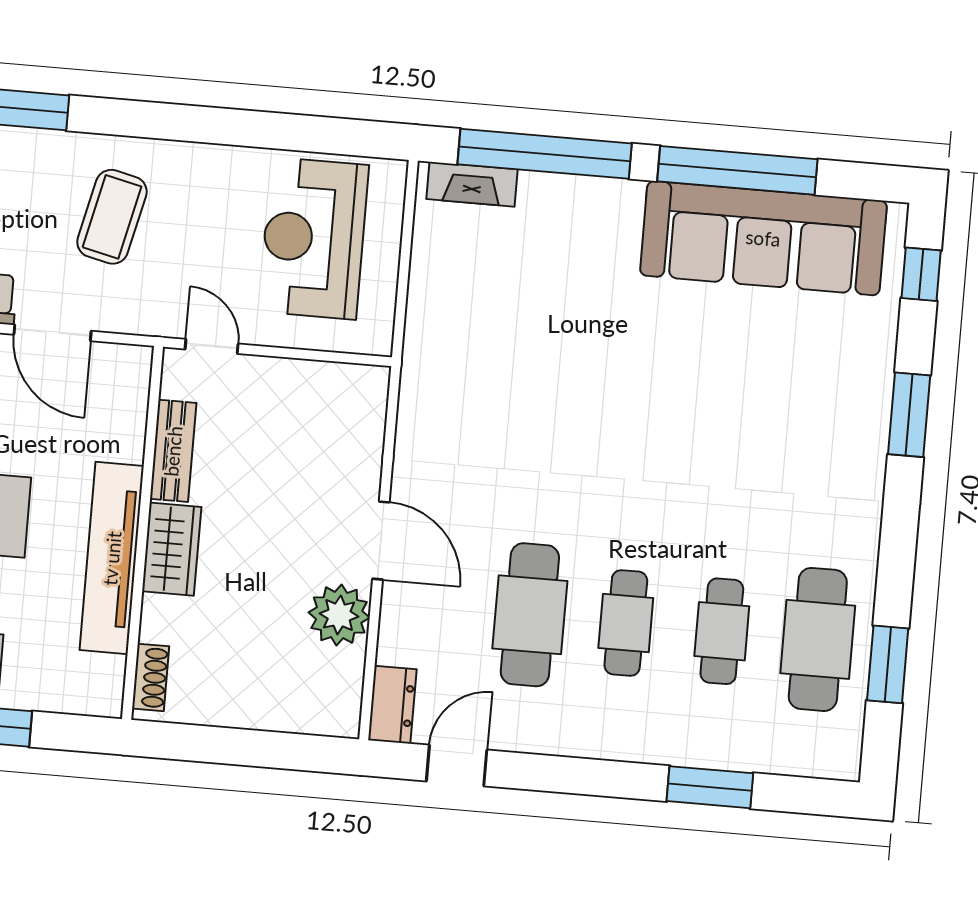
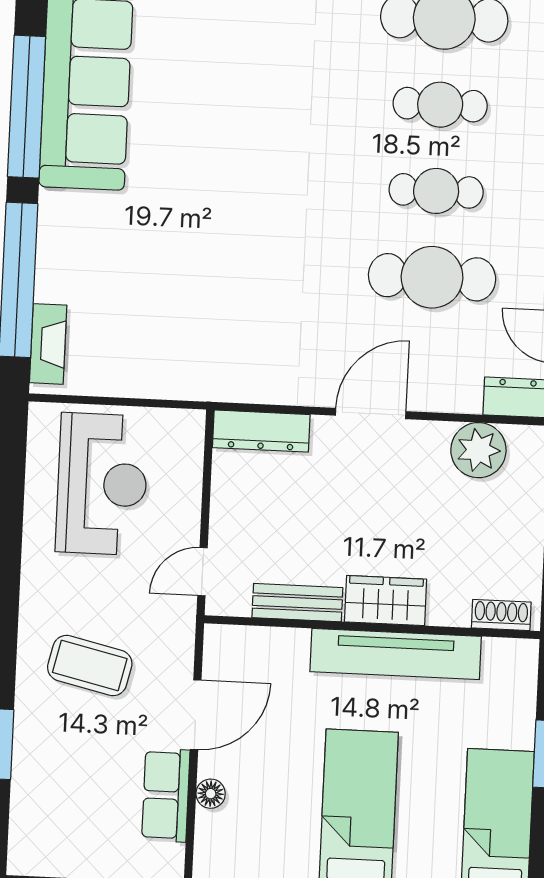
reception desk: (314, 238) -> (102, 484), turned -90
dresser: (366, 418) -> (261, 431), added
plant: (339, 615) -> (478, 450), moved

